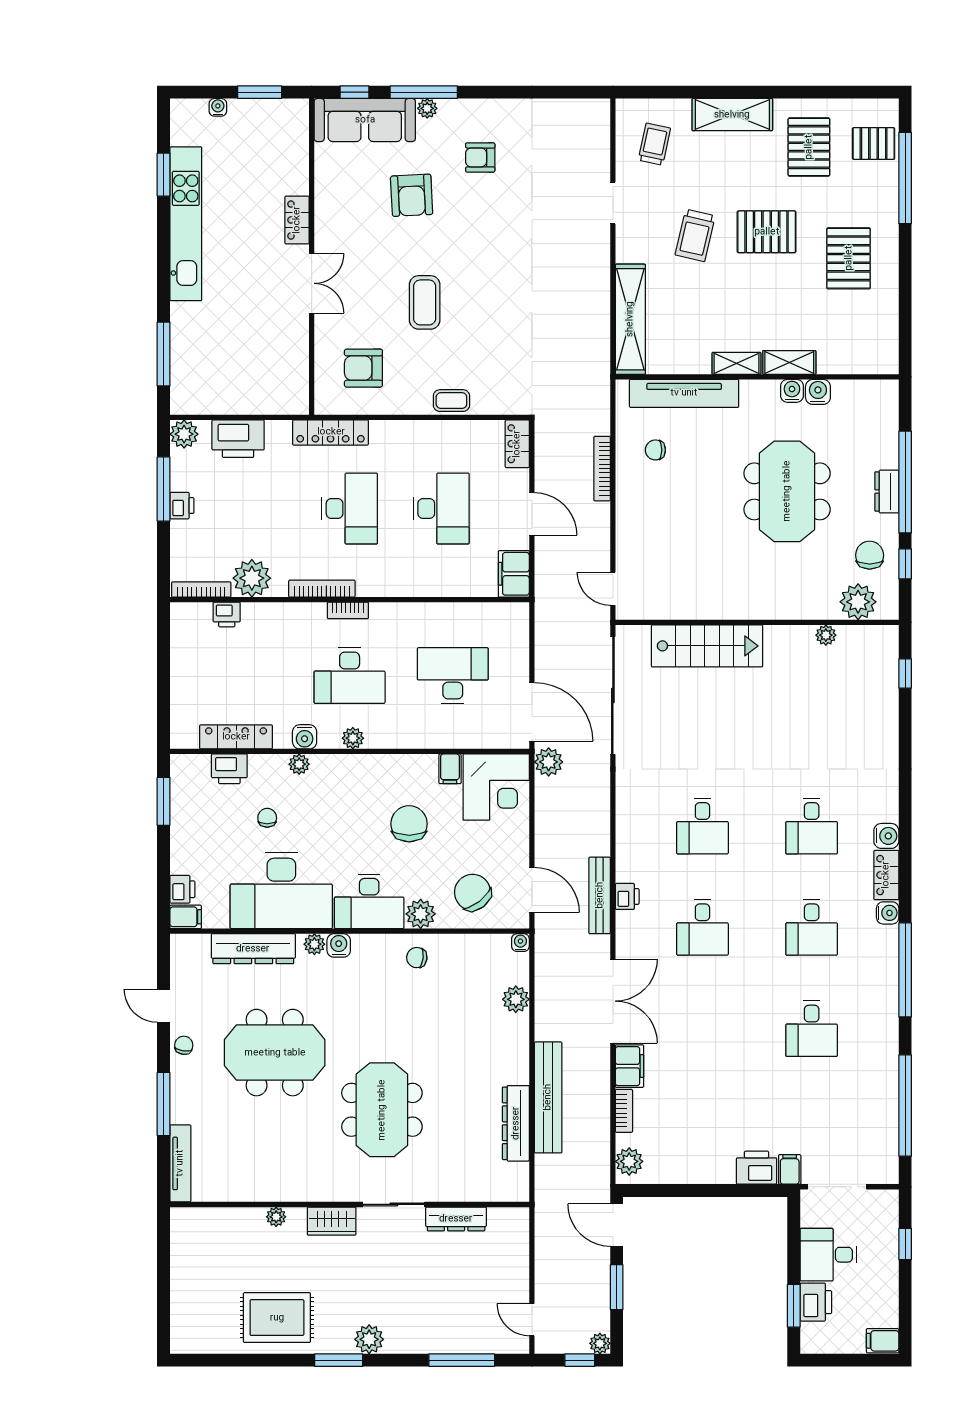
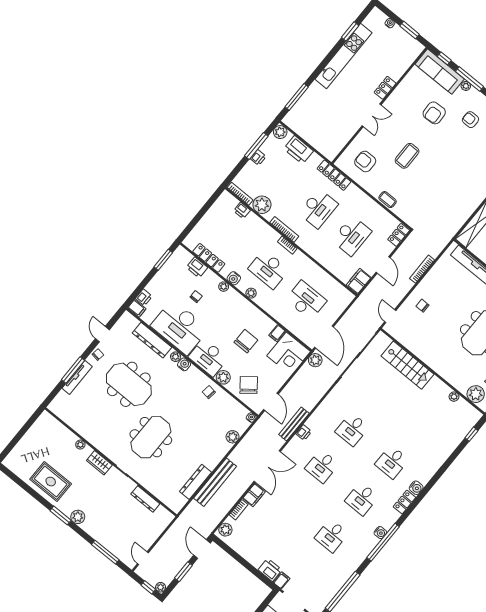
chair: (655, 450) -> (423, 306), moved
water cooler: (888, 913) -> (380, 533), moved
tv unit: (180, 1163) -> (77, 377), moved

